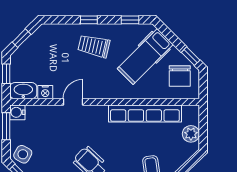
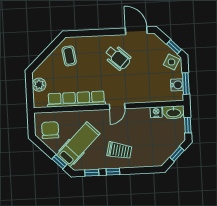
window: (89, 20) -> (113, 172), moved
window: (191, 56) -> (59, 162), moved
door: (73, 102) -> (117, 106), moved
water cooler: (17, 112) -> (177, 85), moved

